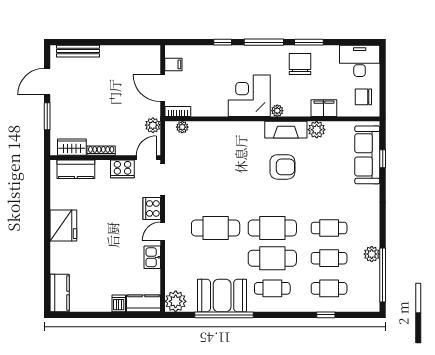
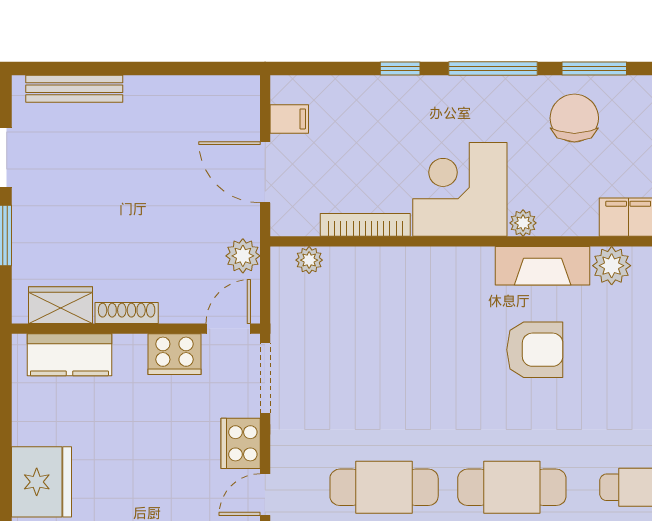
bookcase: (178, 111) -> (365, 225), moved, width x1.56

